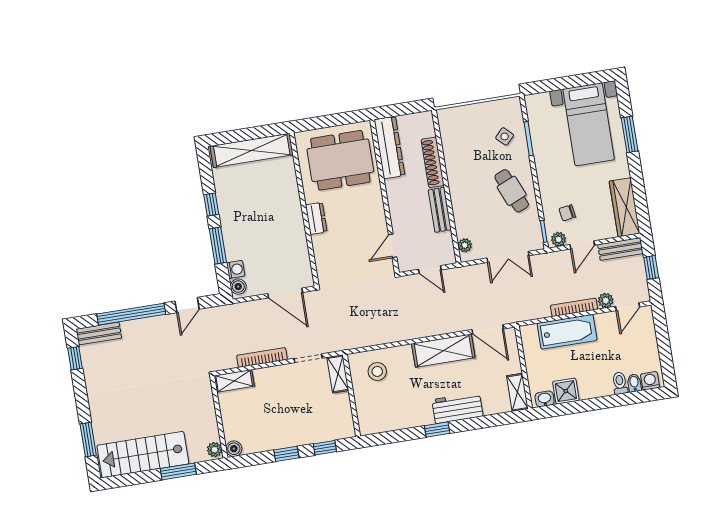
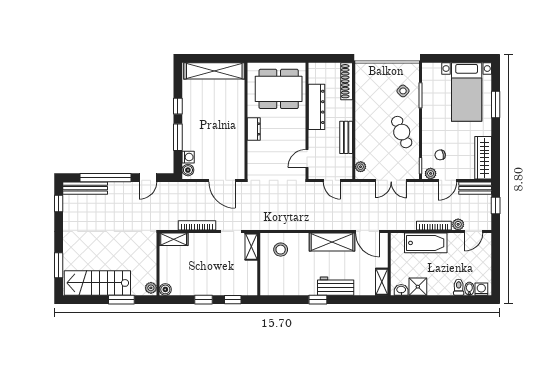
dresser: (389, 147) -> (316, 107), moved
shoe rack: (433, 162) -> (347, 81), moved
bench: (99, 333) -> (85, 188), width x1.36

